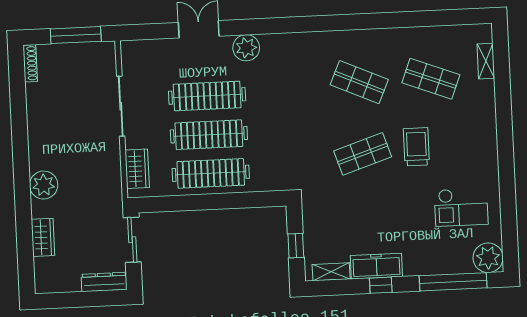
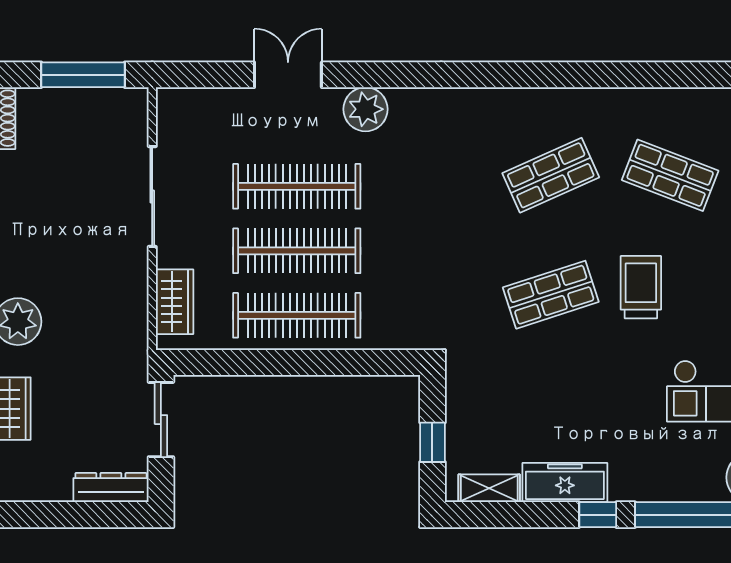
shop shelf: (359, 82) -> (551, 175), turned -48
window: (381, 285) -> (598, 515), moved

